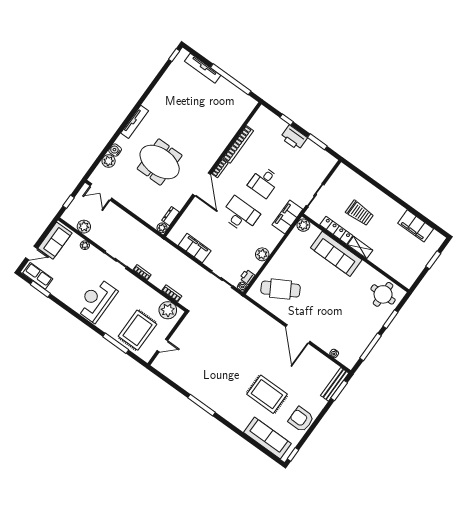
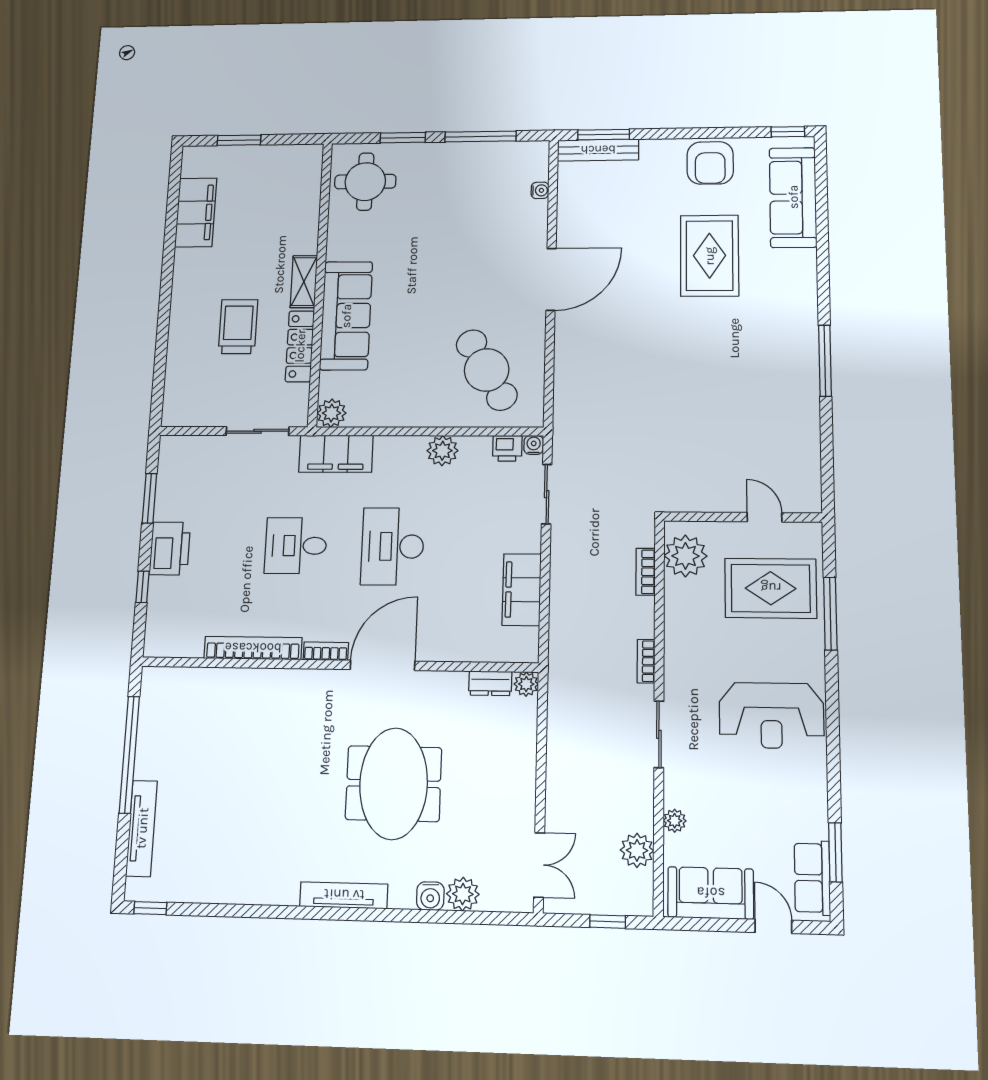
desk: (264, 182) -> (296, 546), turned 180

